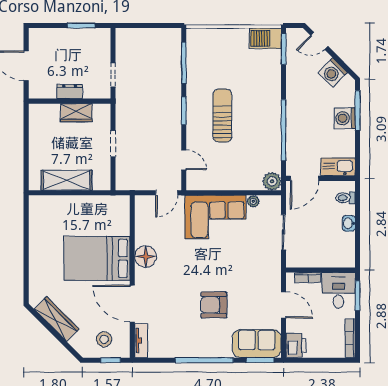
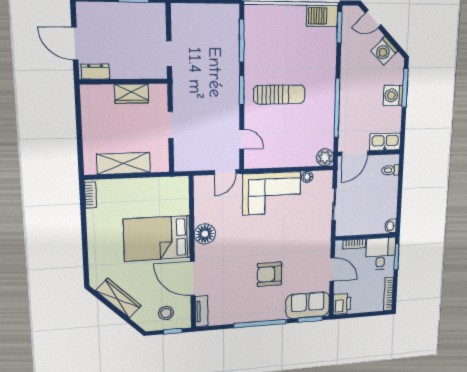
dresser: (70, 92) -> (95, 72), moved
sun lounger: (222, 116) -> (279, 94), turned 90
bookcase: (34, 210) -> (90, 195), added
washbasin: (349, 223) -> (391, 226), moved

